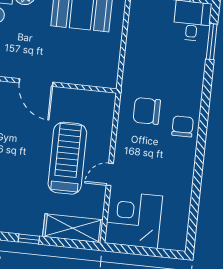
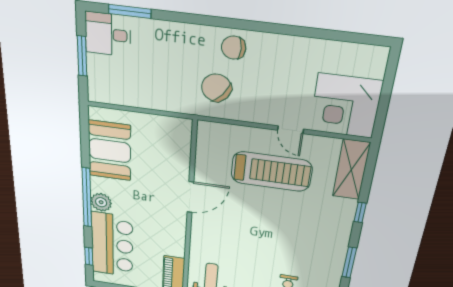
chair: (147, 111) -> (216, 88), turned 129
treadmill: (67, 158) -> (271, 172), turned 180

